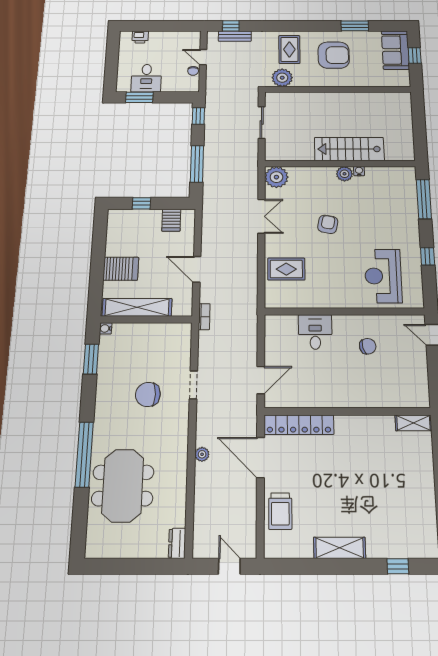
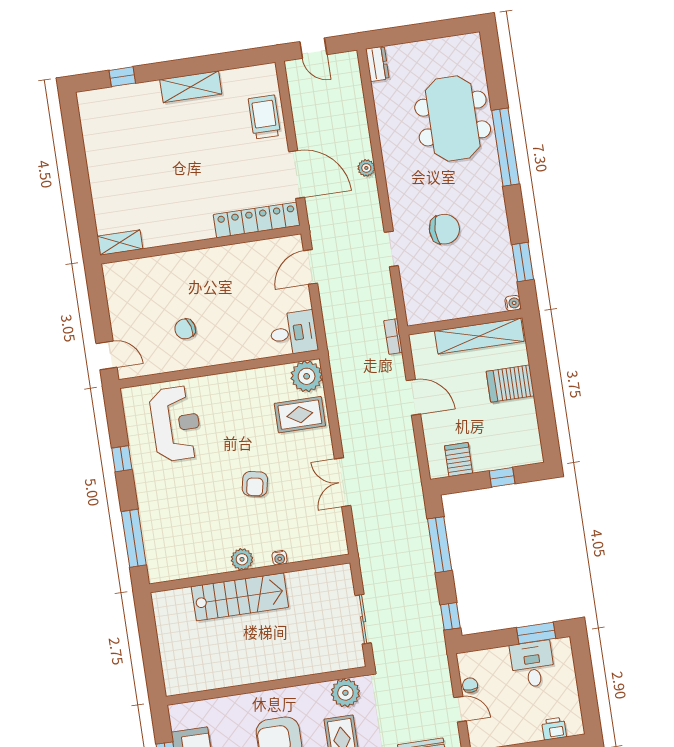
water cooler: (359, 171) -> (280, 558), moved
plant: (276, 177) -> (307, 376), moved
desk: (315, 332) -> (293, 333), moved, turned -90

